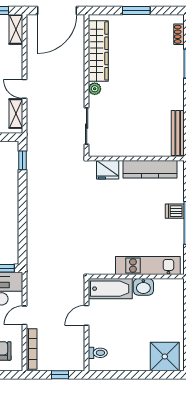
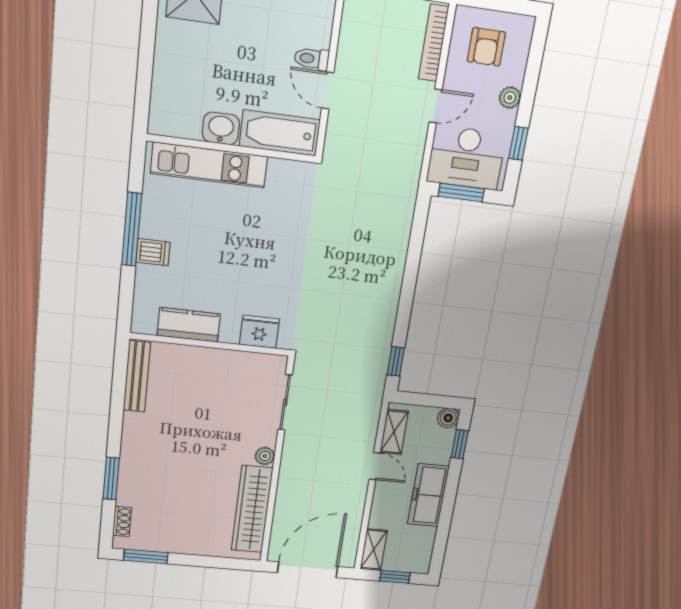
window: (136, 11) -> (146, 556), moved
kitchen counter: (150, 169) -> (189, 325), width x0.67
door: (87, 315) -> (328, 91), swing flipped
toilet: (98, 353) -> (312, 59), moved

